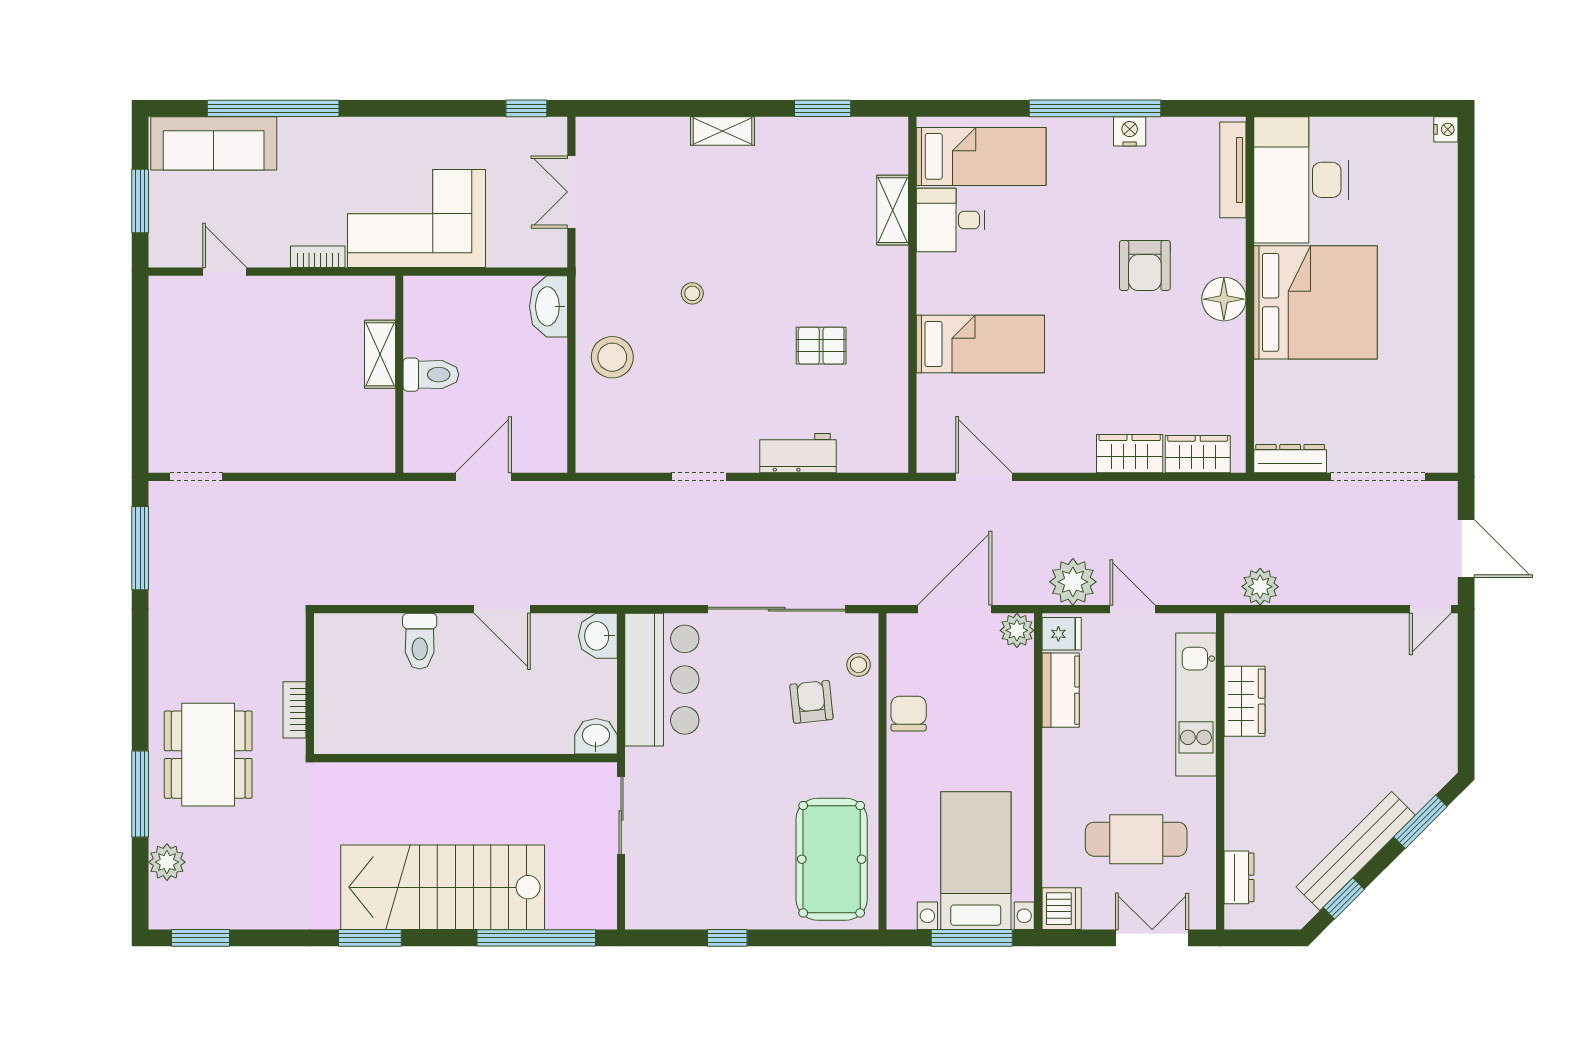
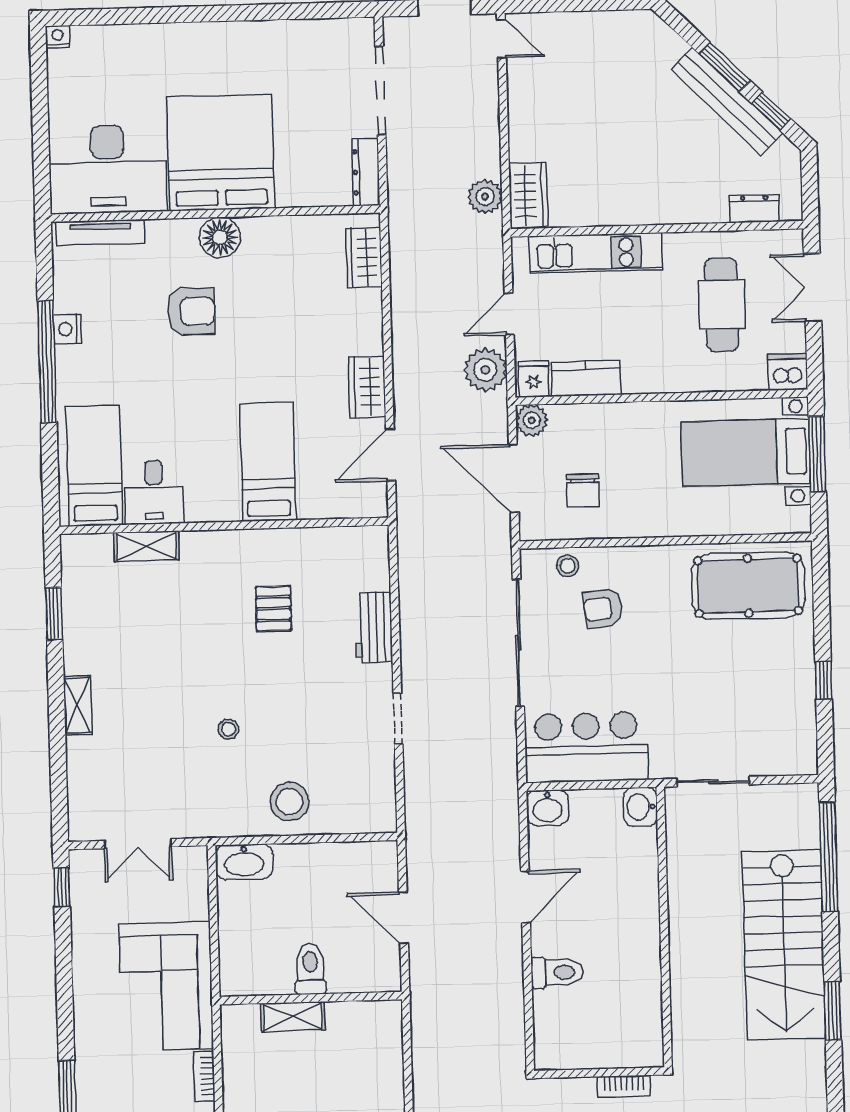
wardrobe: (1130, 454) -> (367, 387), moved
wardrobe: (1244, 701) -> (528, 195), moved, turned 90
chair: (909, 714) -> (583, 490), moved, turned -90
window: (1420, 822) -> (724, 67), moved

